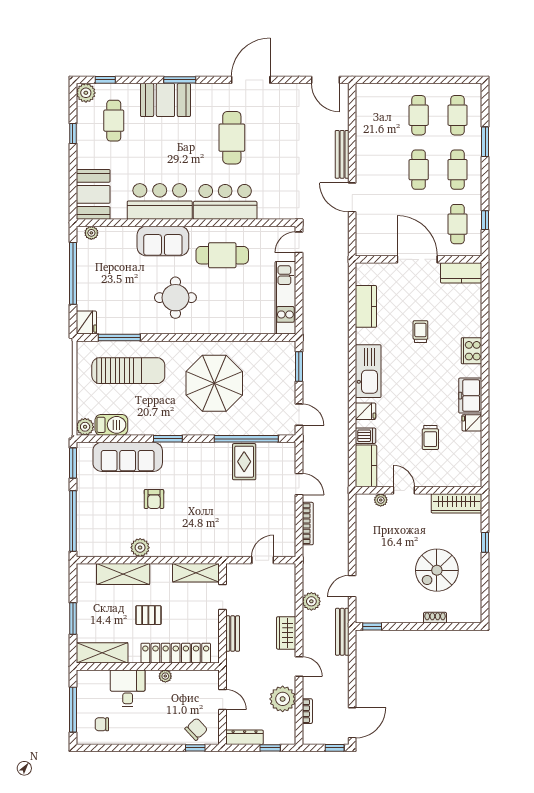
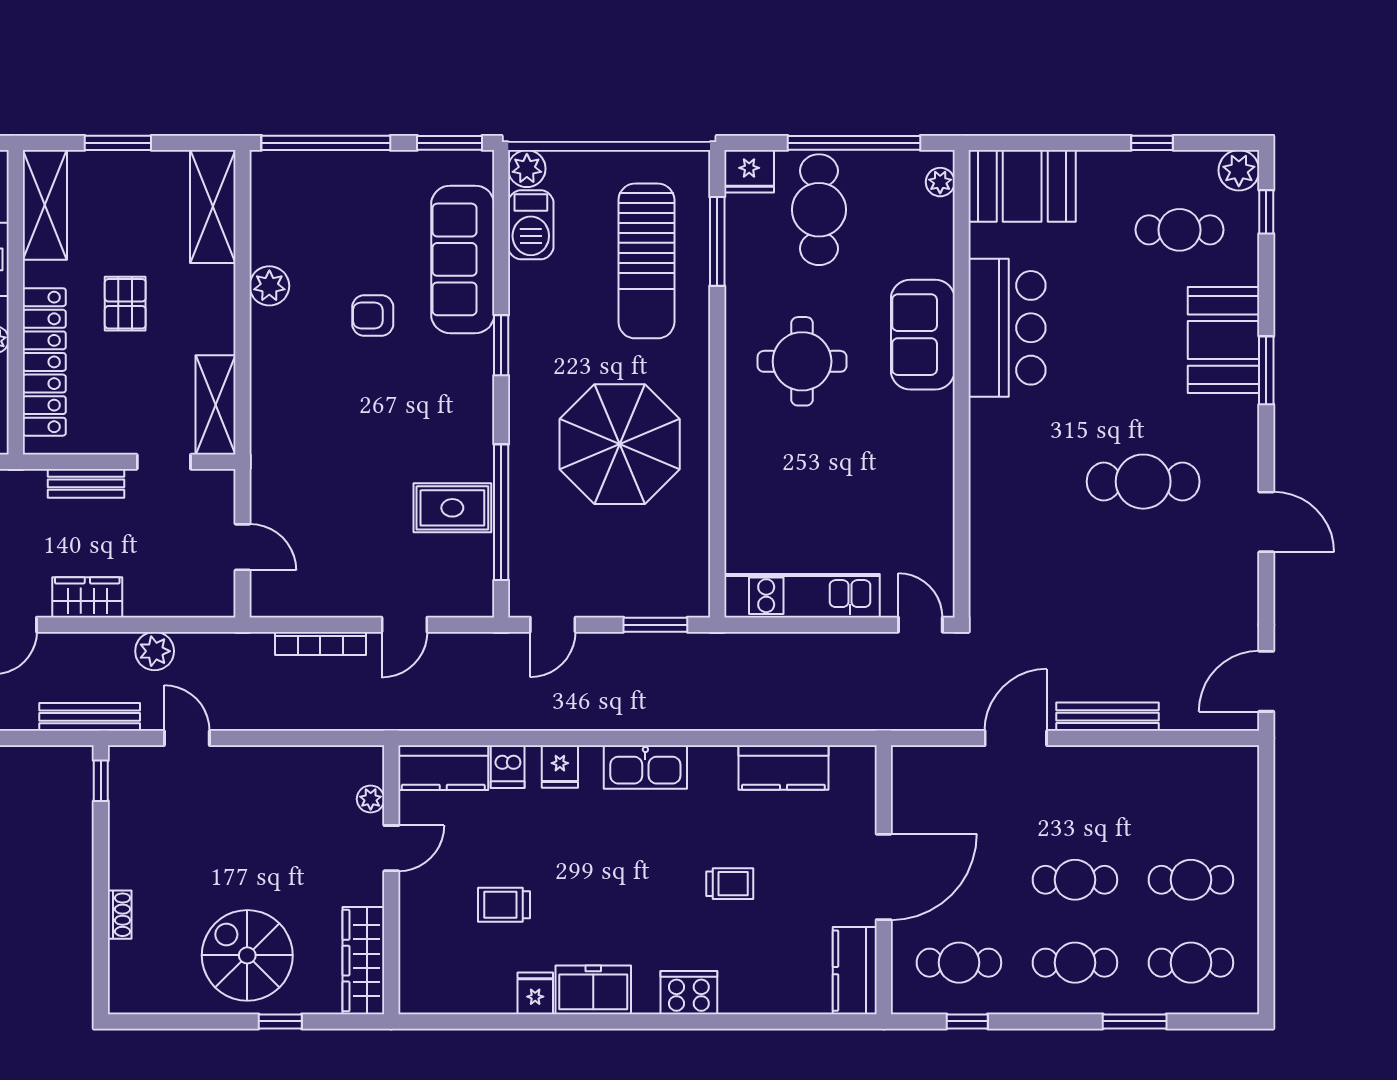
door: (251, 80) -> (1266, 522), width x0.73
bar counter: (225, 202) -> (1006, 467), removed
cafe table: (222, 255) -> (819, 210), moved
kitchen sink: (368, 371) -> (645, 767), width x0.73, depth x0.81
spiral stairs: (437, 570) -> (247, 955), moved
shelving: (123, 574) -> (213, 207), moved

